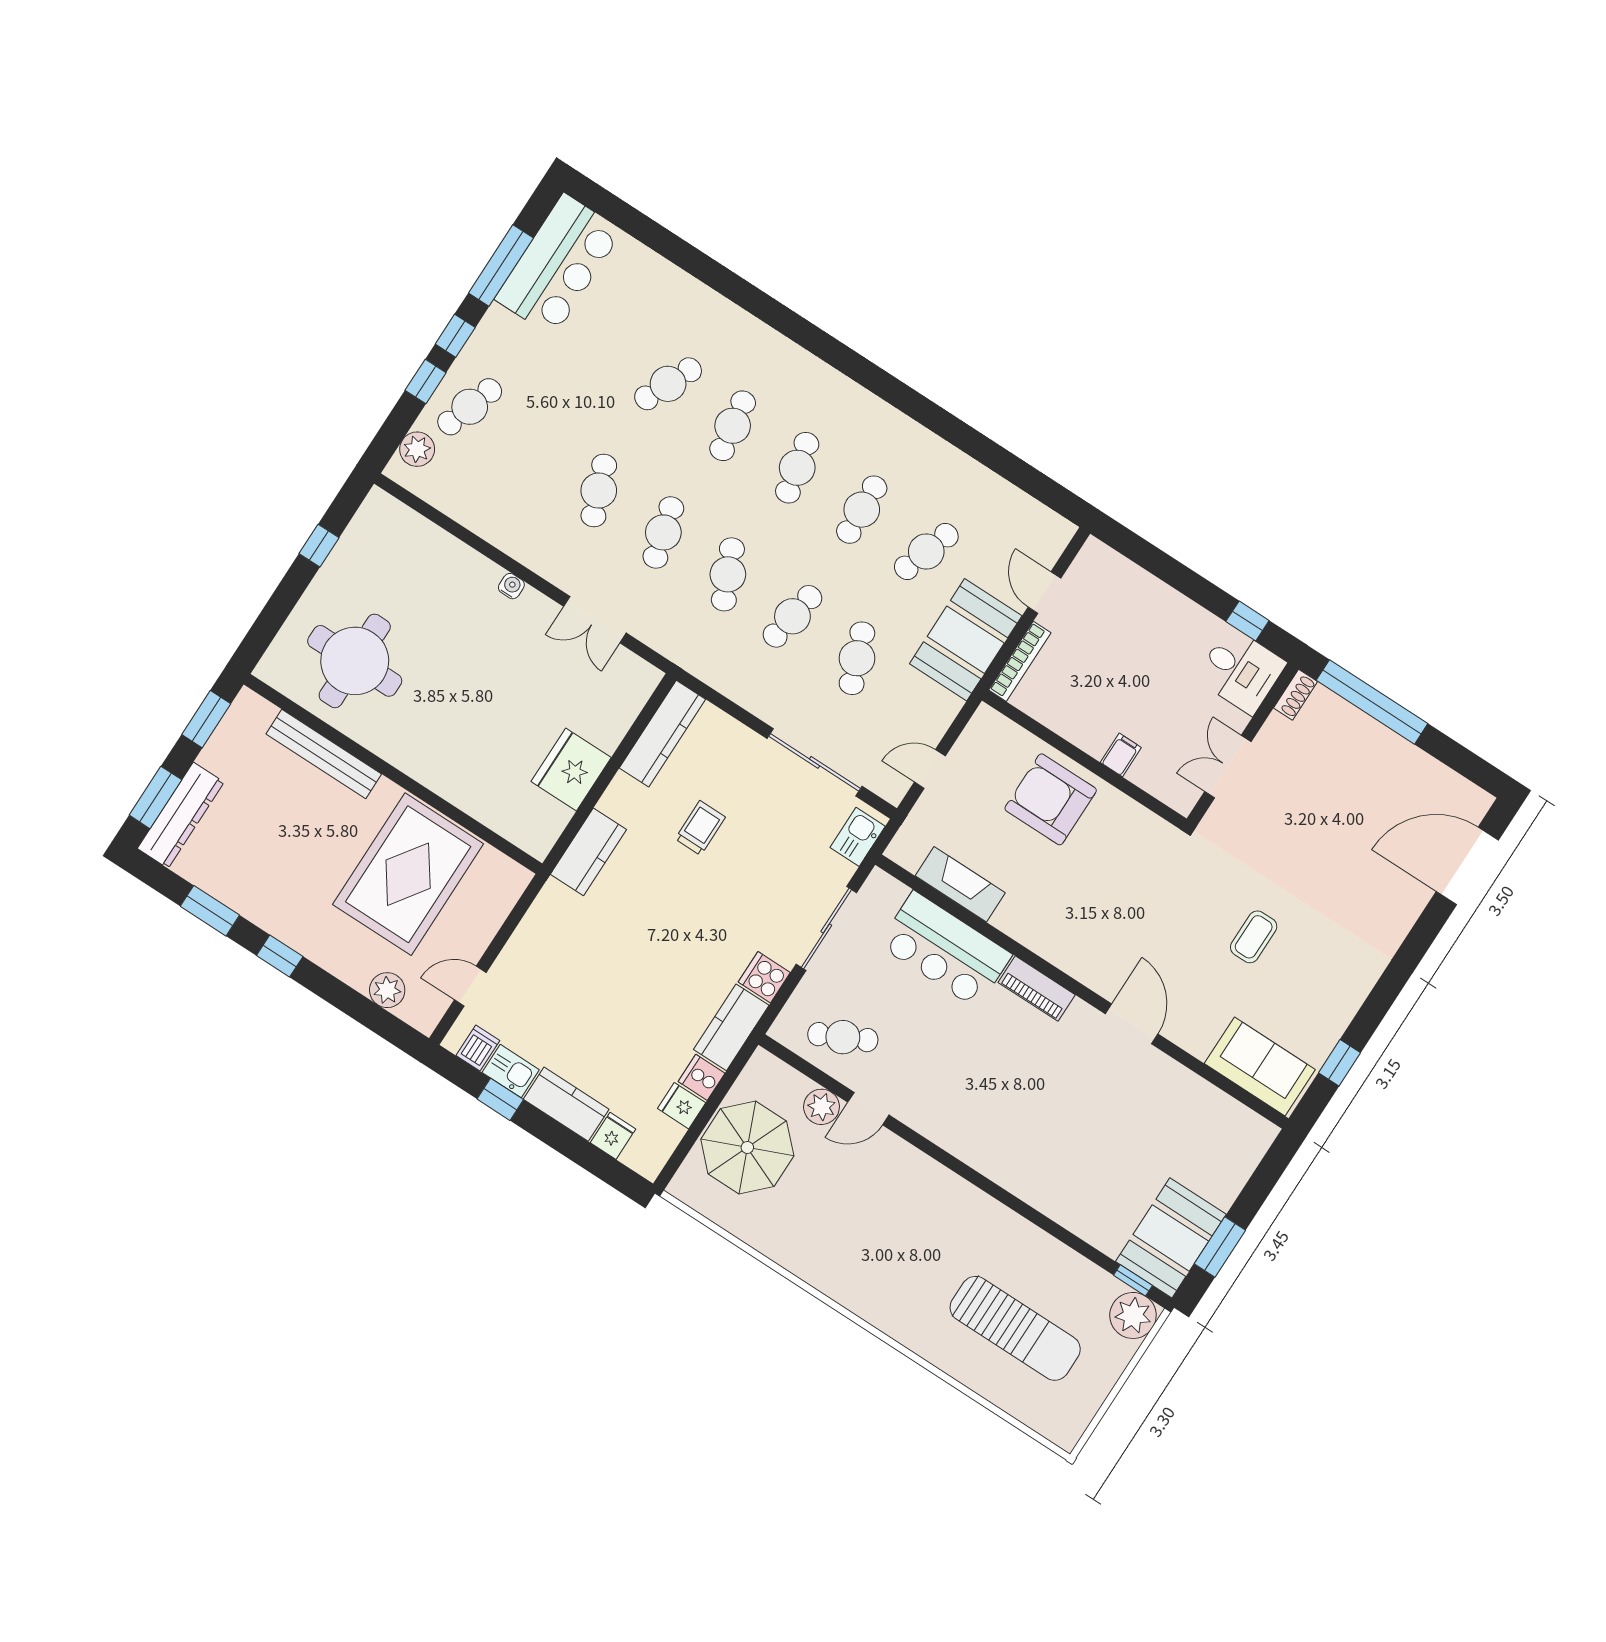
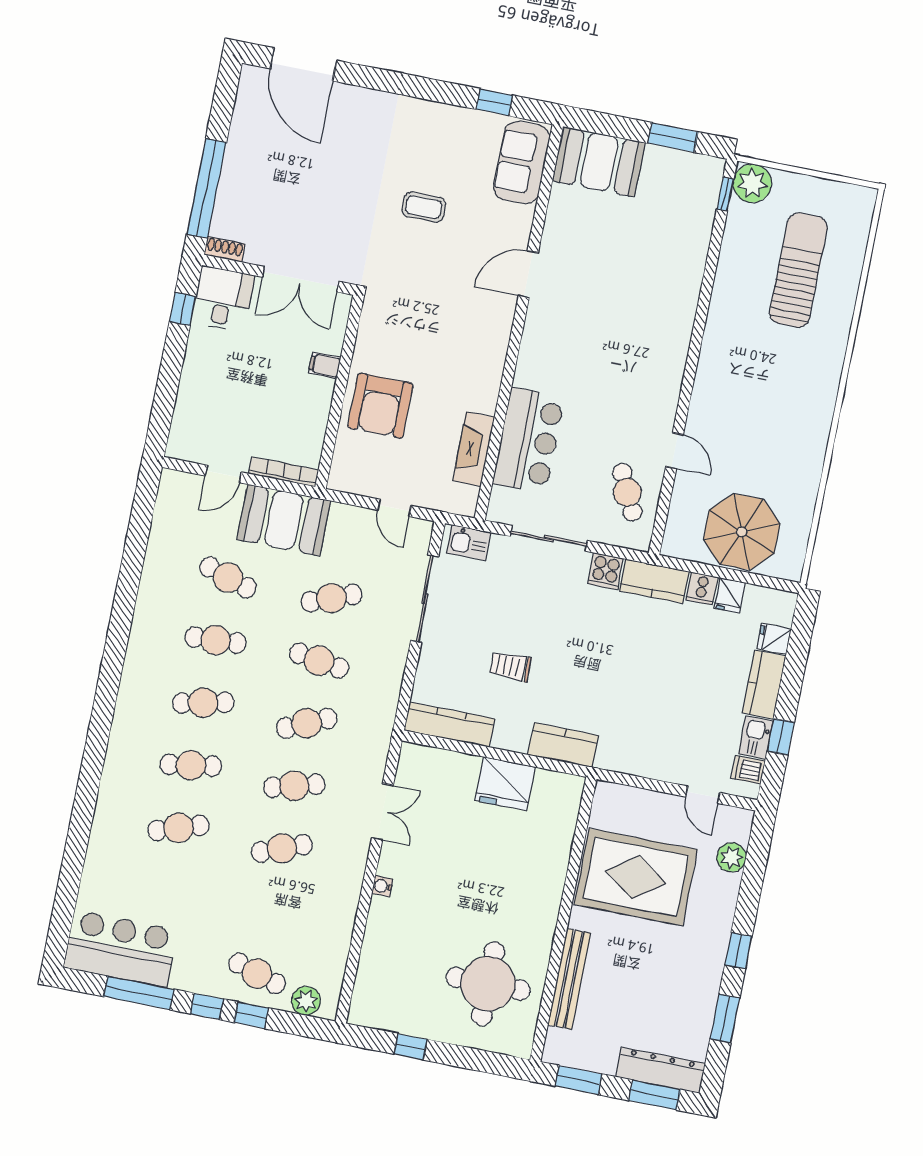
cafe table: (668, 384) -> (178, 828), turned -42
double door: (1228, 767) -> (301, 279), width x1.37
piano: (1037, 989) -> (530, 358), removed
plant: (821, 1107) -> (688, 487), removed
booth: (1171, 1238) -> (599, 162), moved

